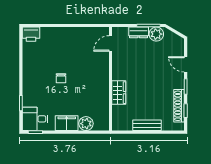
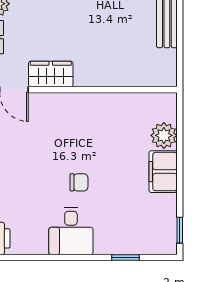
wardrobe: (119, 93) -> (51, 74), moved
desk: (35, 119) -> (71, 231), moved

